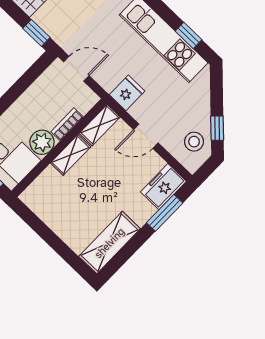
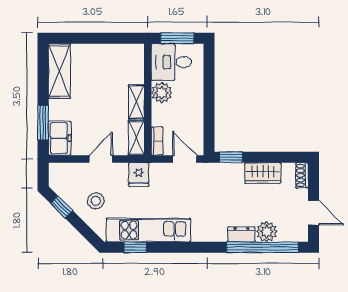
door: (76, 69) -> (185, 159), swing flipped
bookcase: (67, 124) -> (157, 141), moved
stool: (194, 142) -> (96, 201), moved

